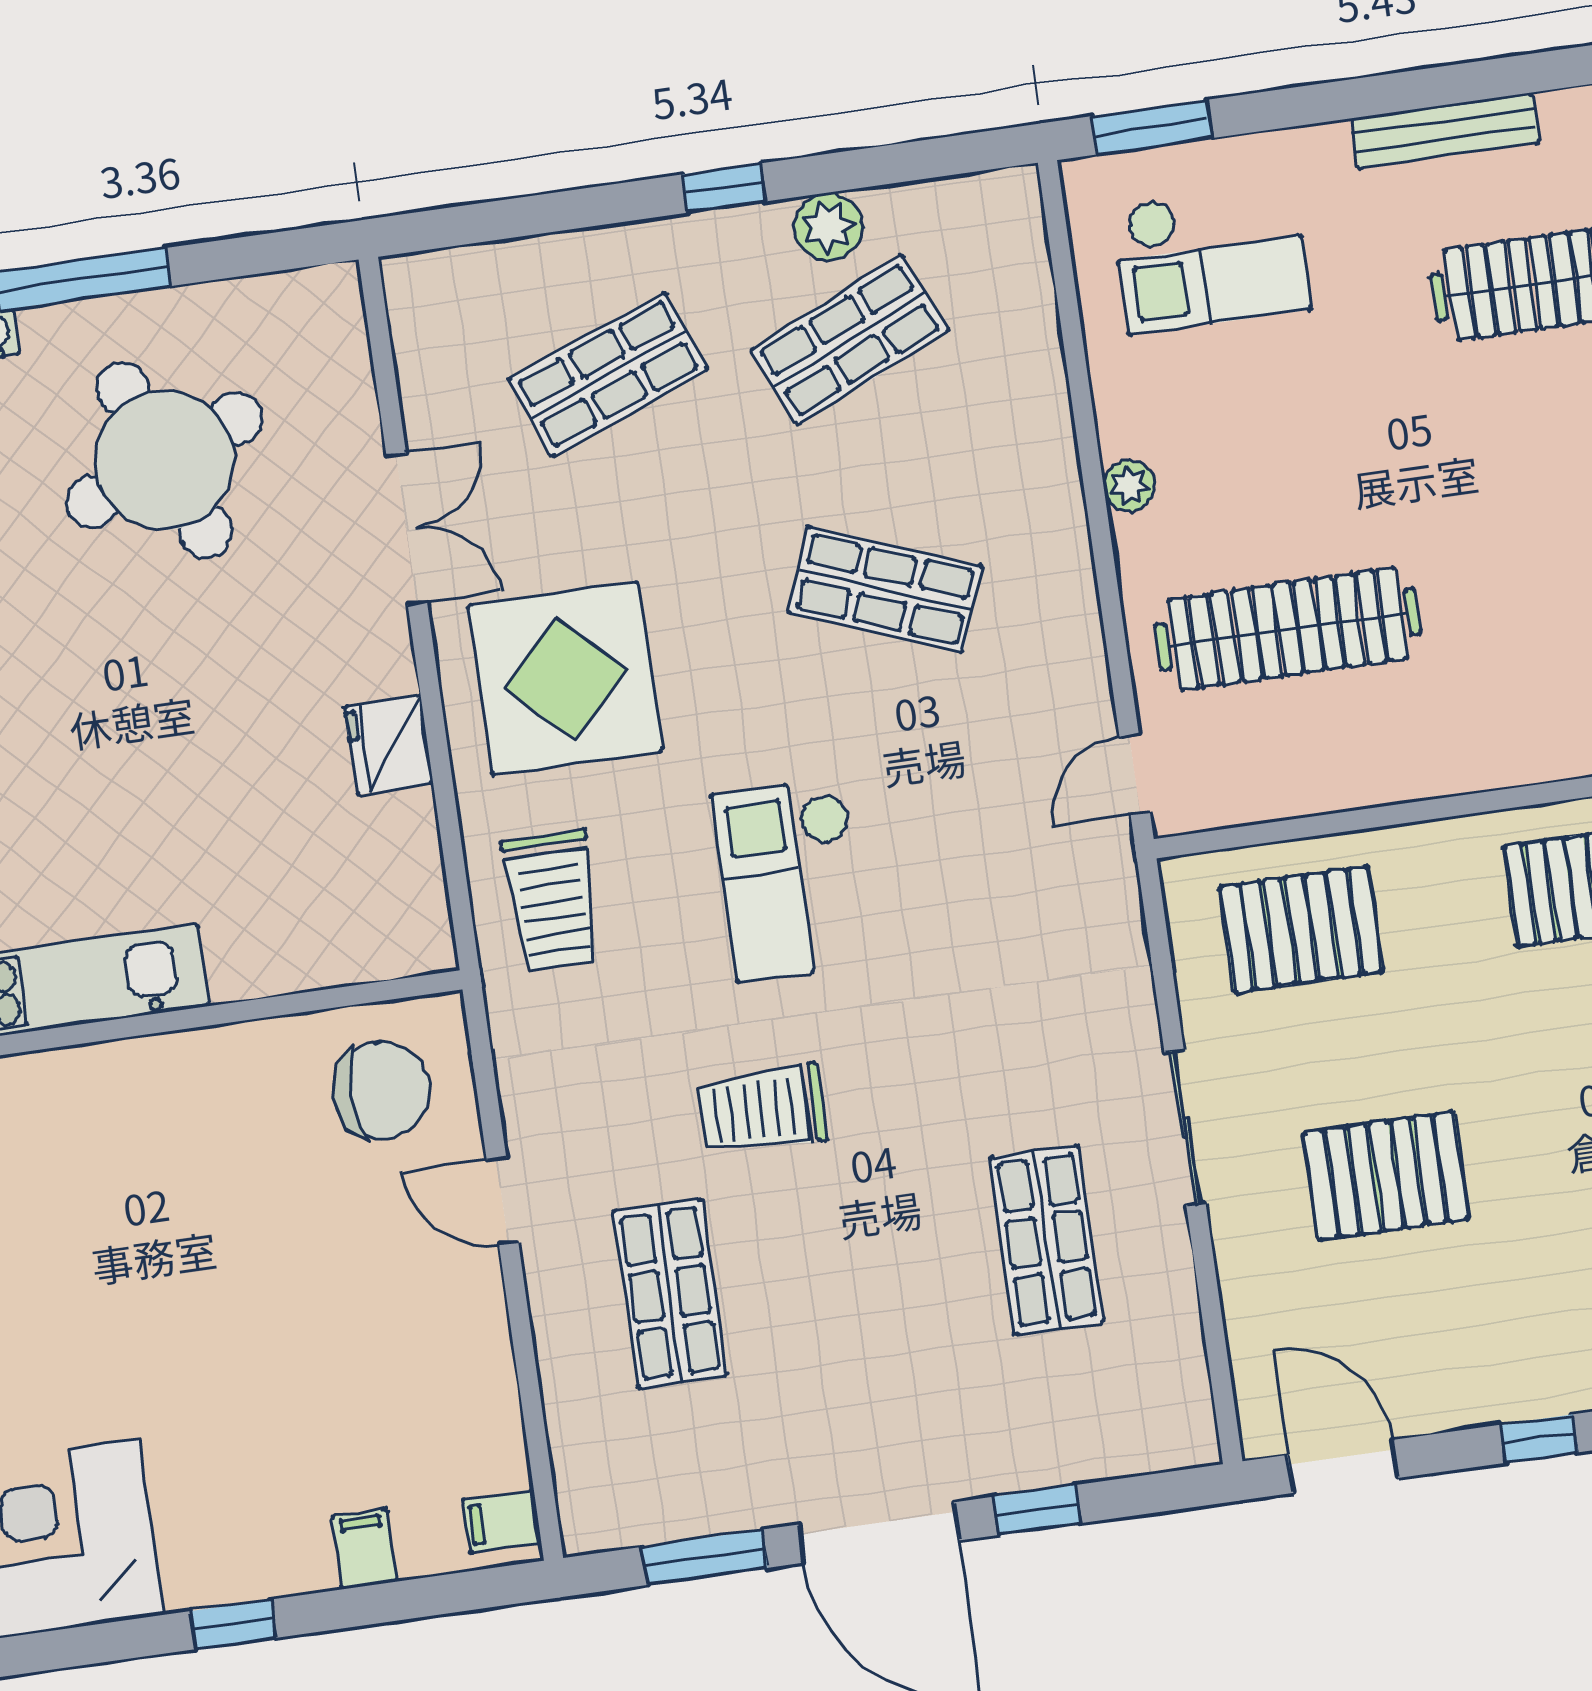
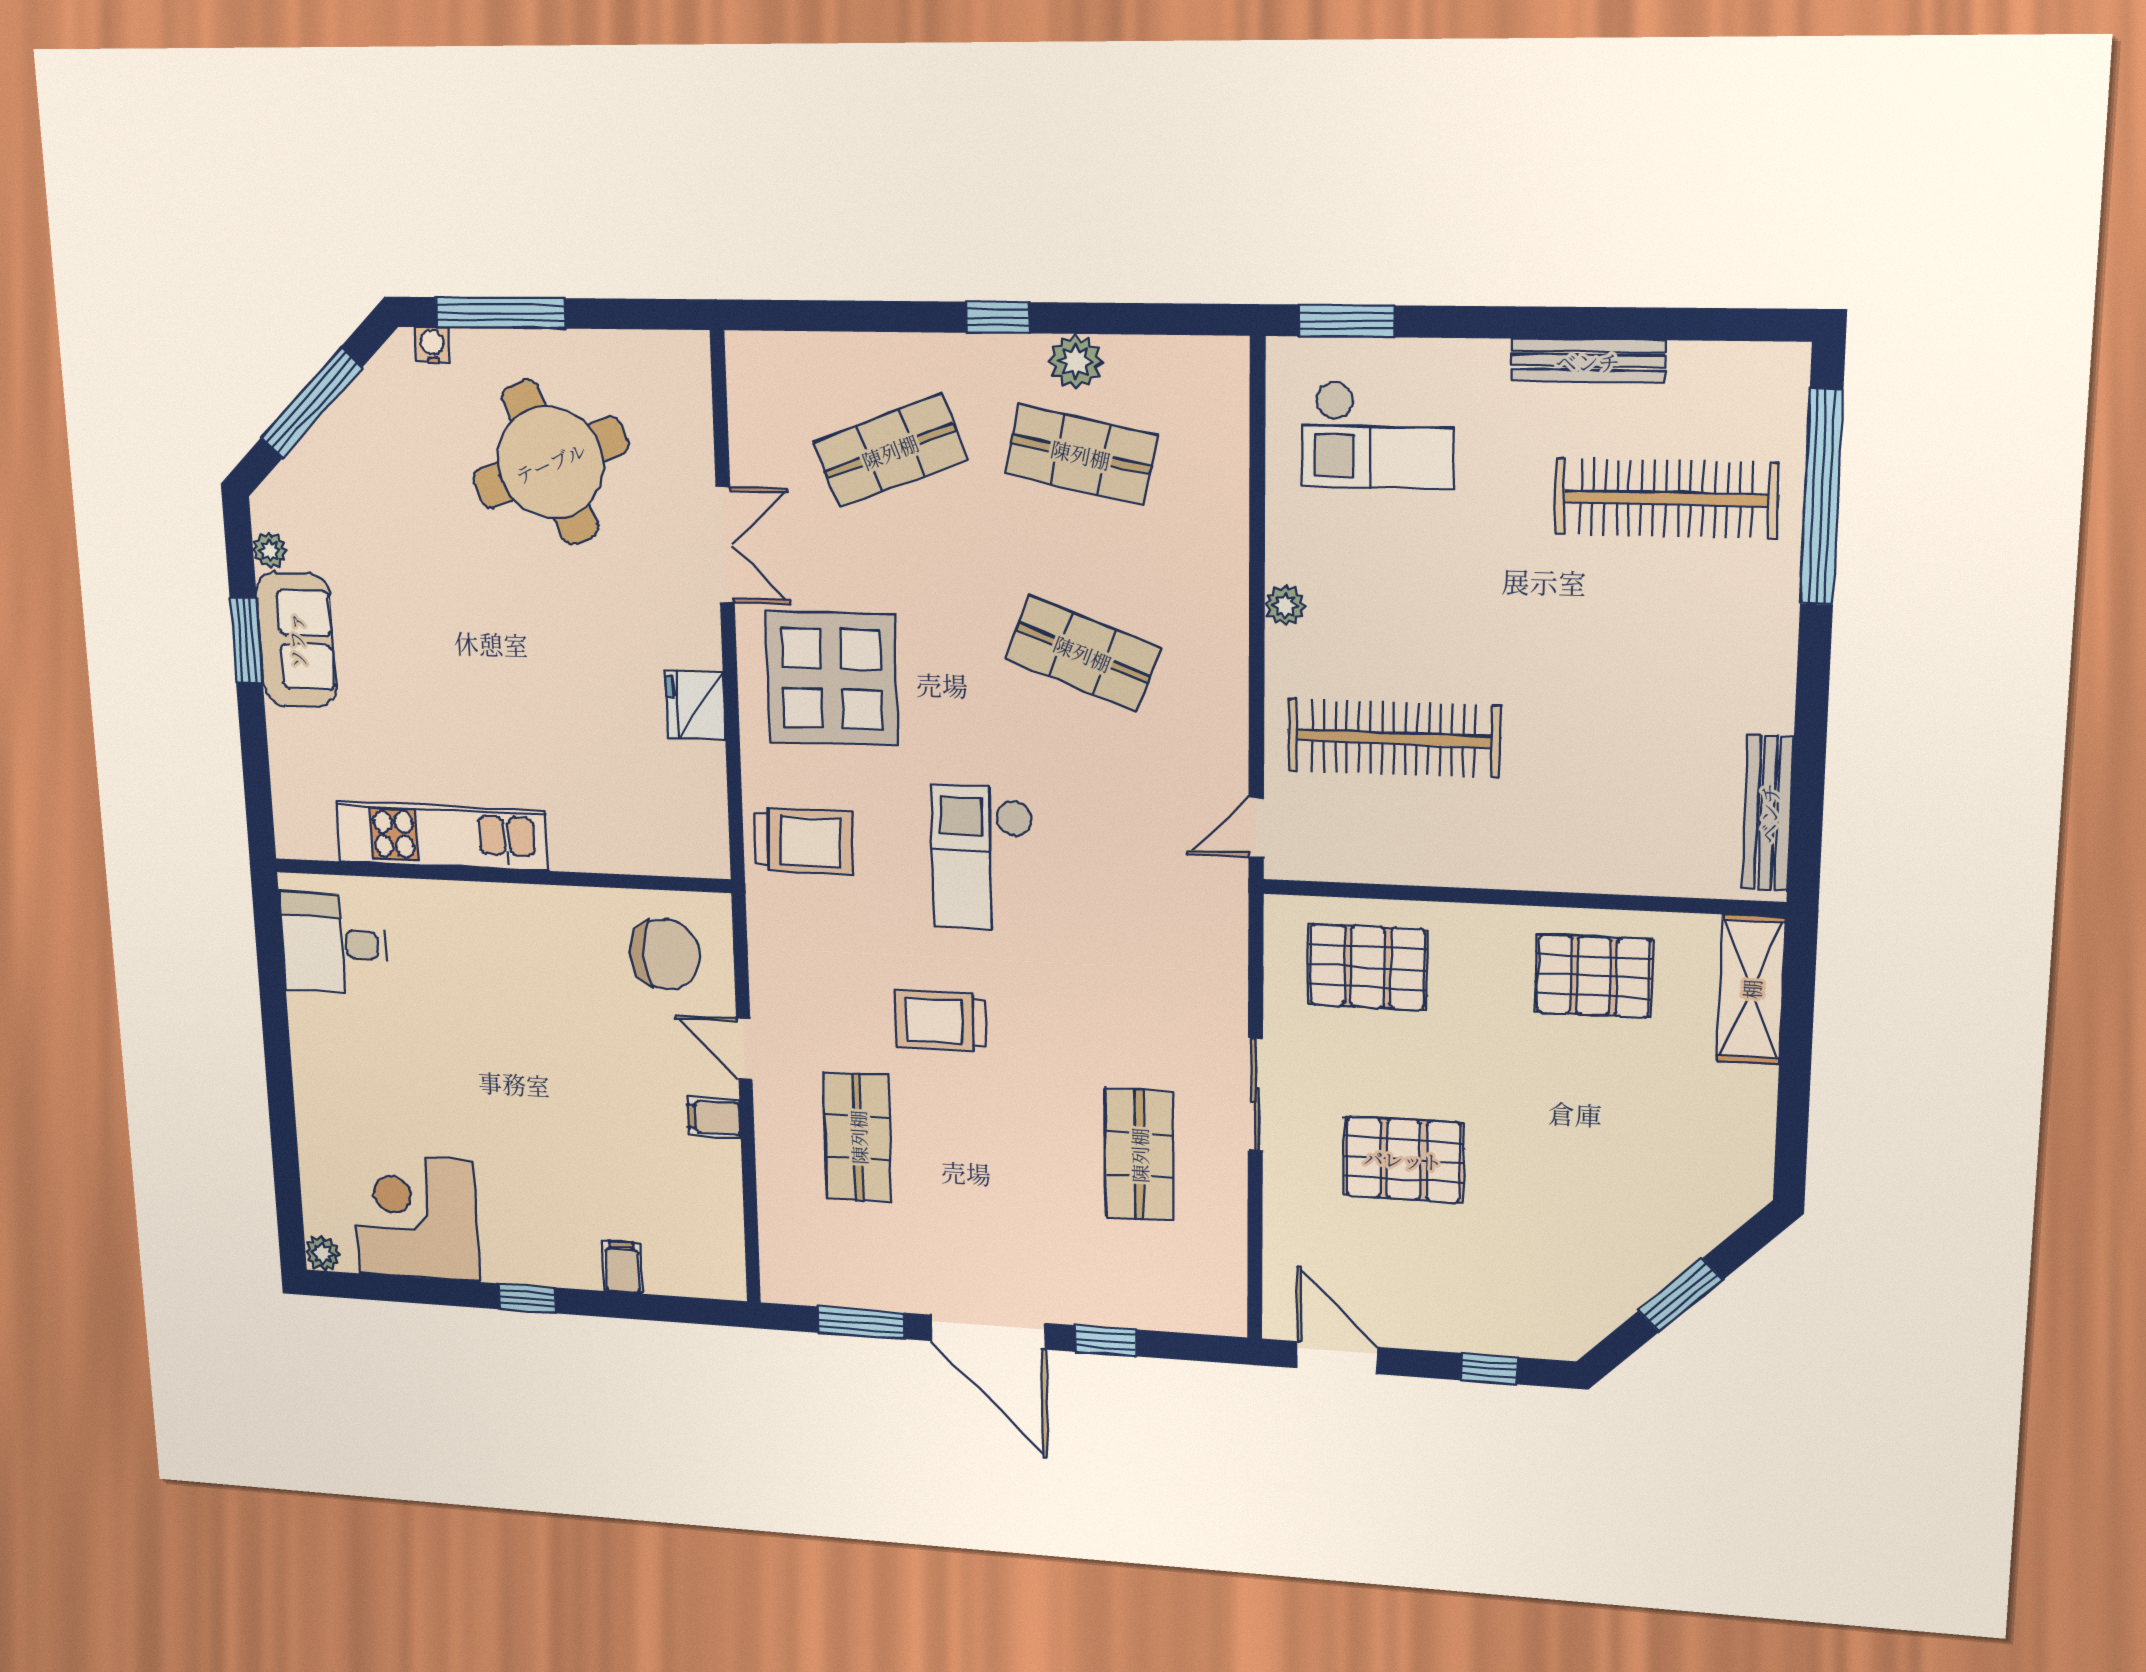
shop shelf: (850, 340) -> (1081, 454), turned 36
trolley: (552, 901) -> (804, 841), turned -89
filing cabinet: (502, 1521) -> (714, 1118), moved

